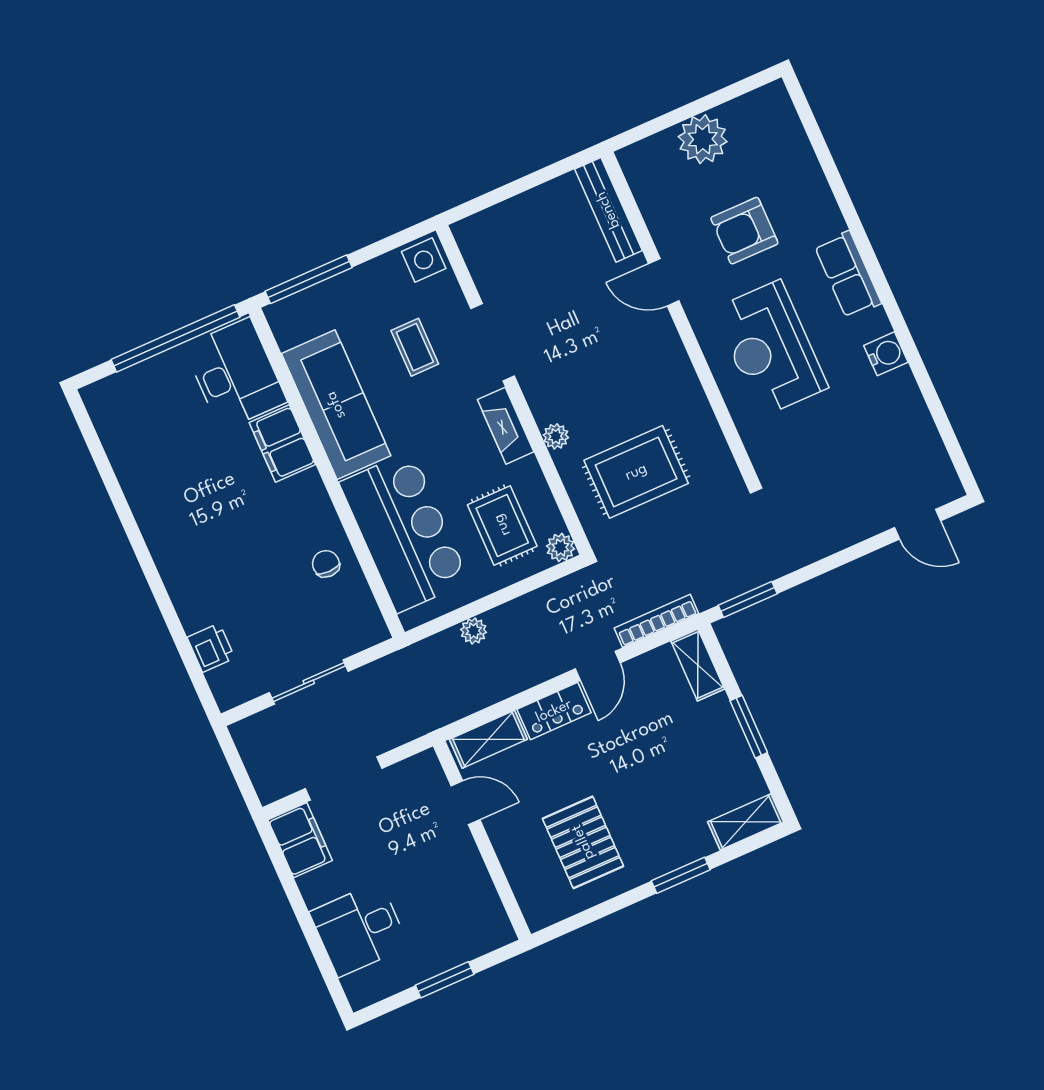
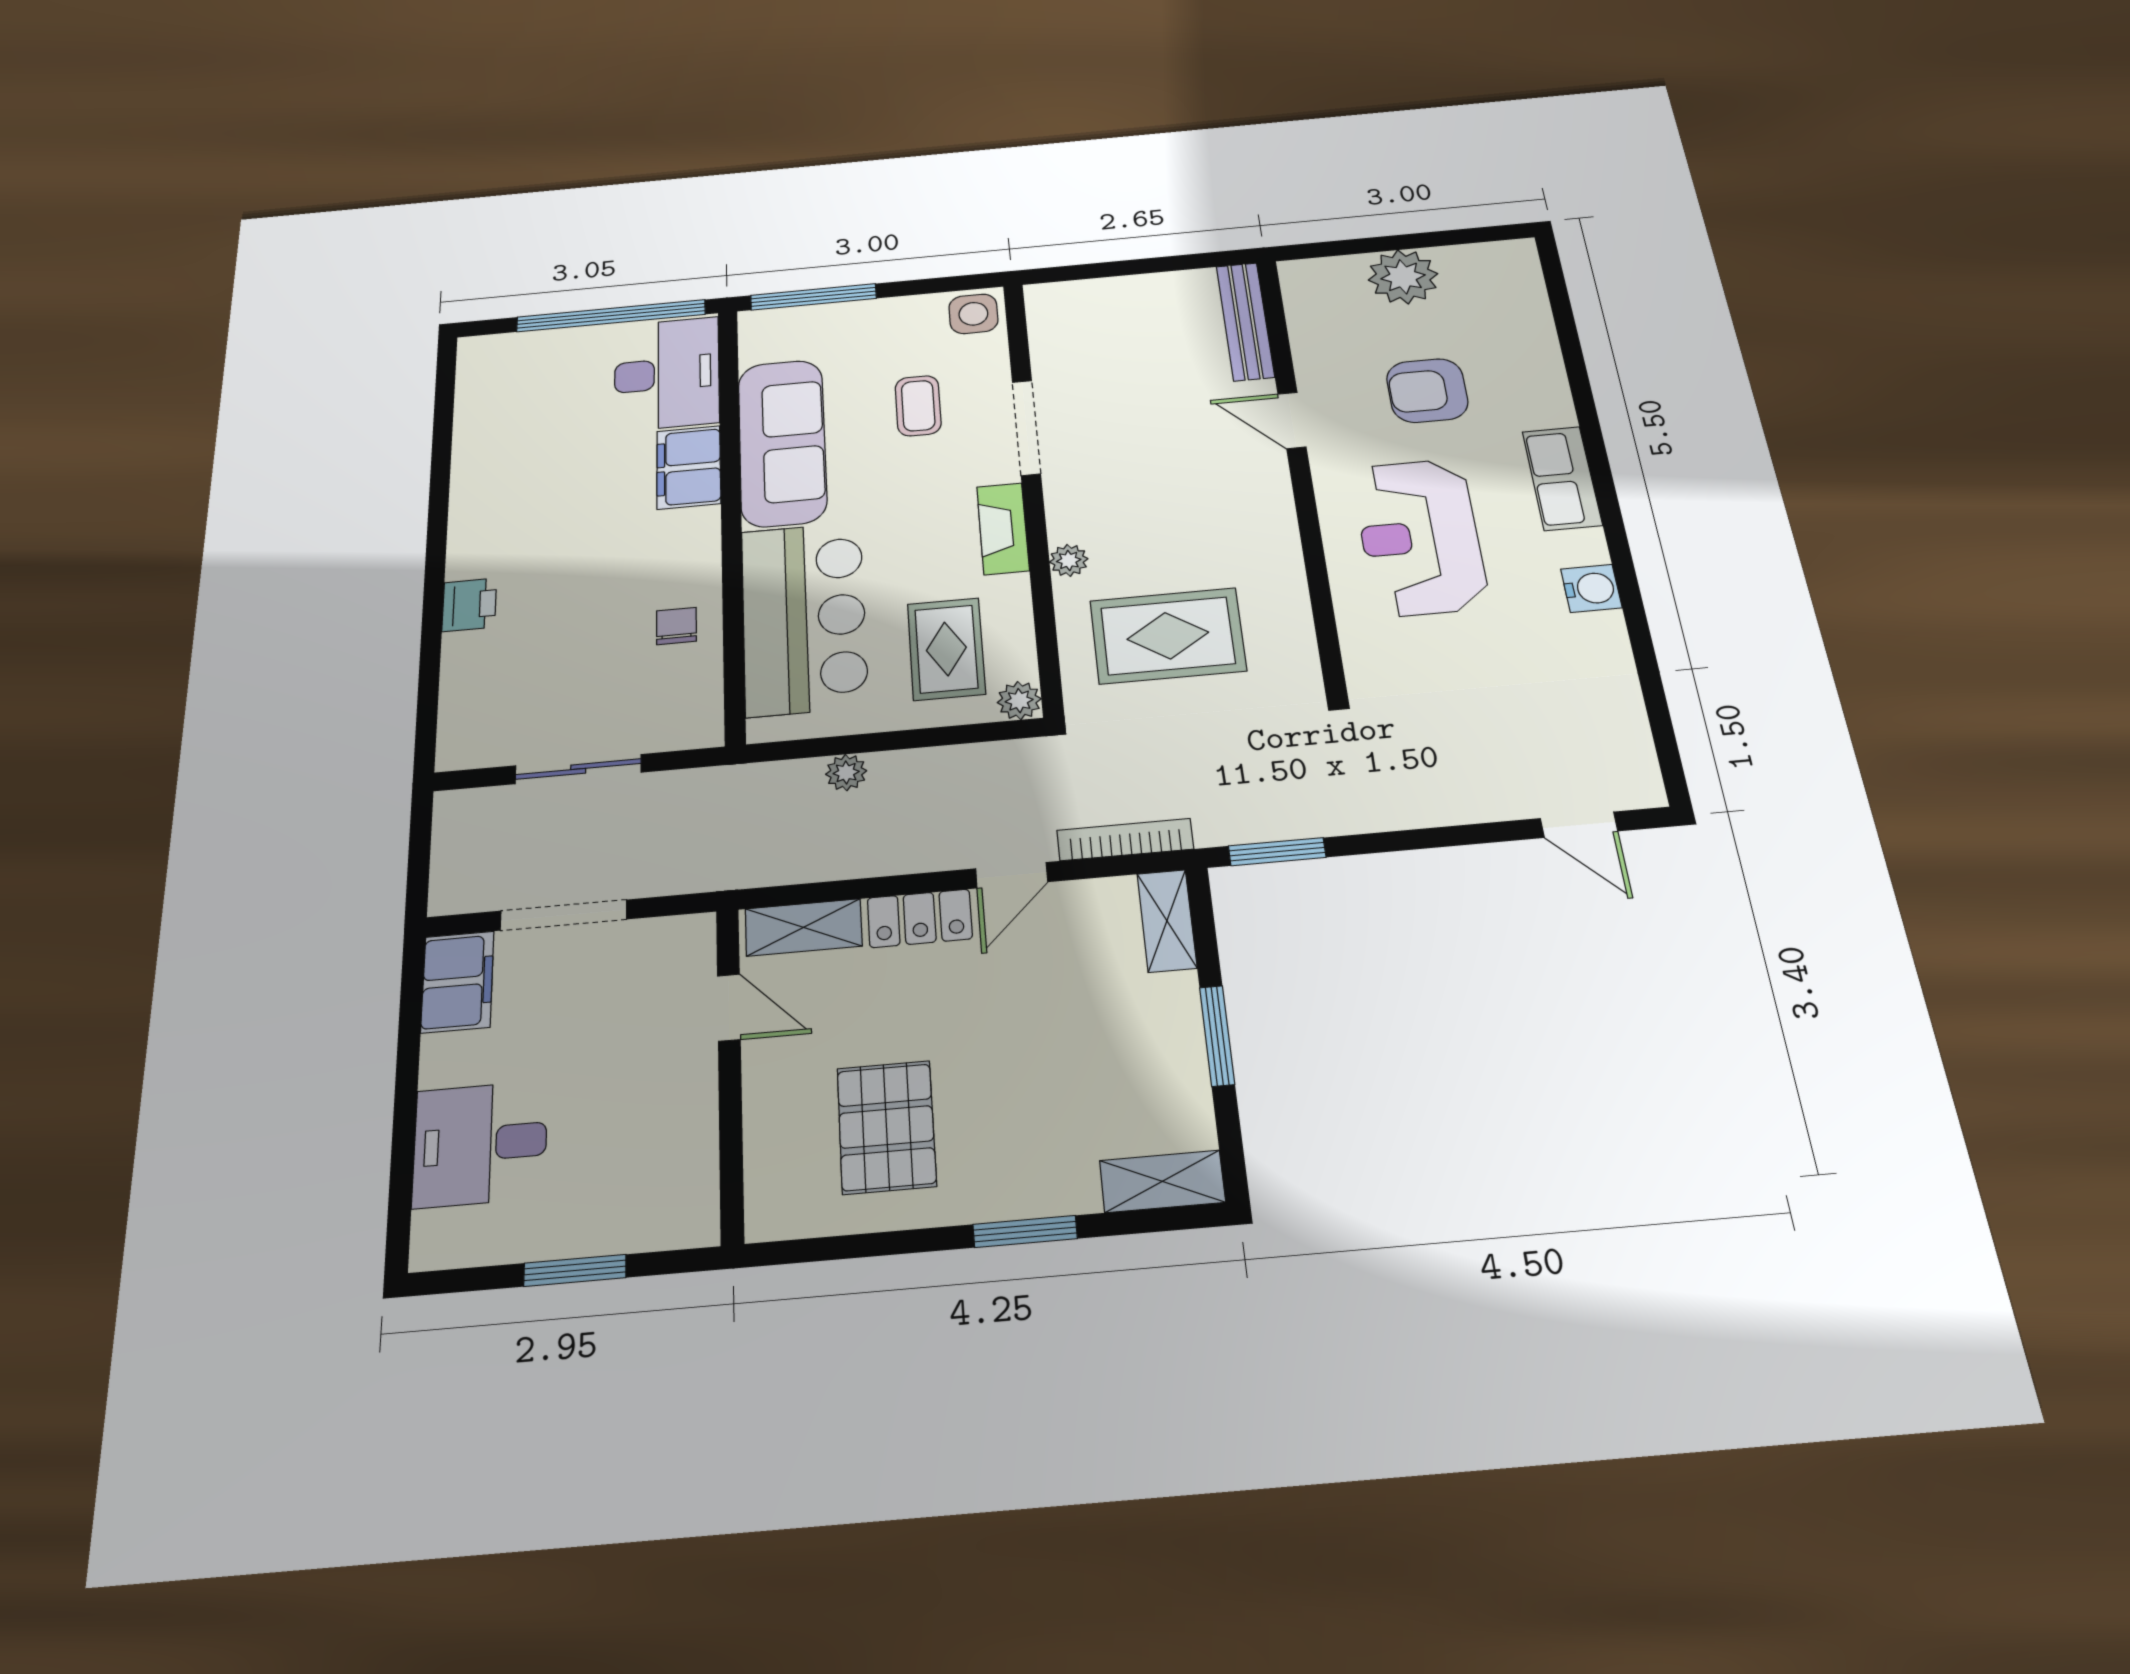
printer: (211, 648) -> (469, 605), moved

